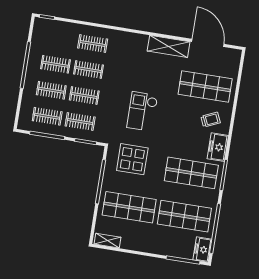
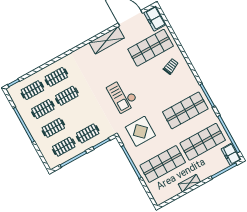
clothes rail: (84, 96) -> (32, 90), moved
freezer: (218, 147) -> (155, 18), moved
shelving: (108, 241) -> (189, 183), moved

